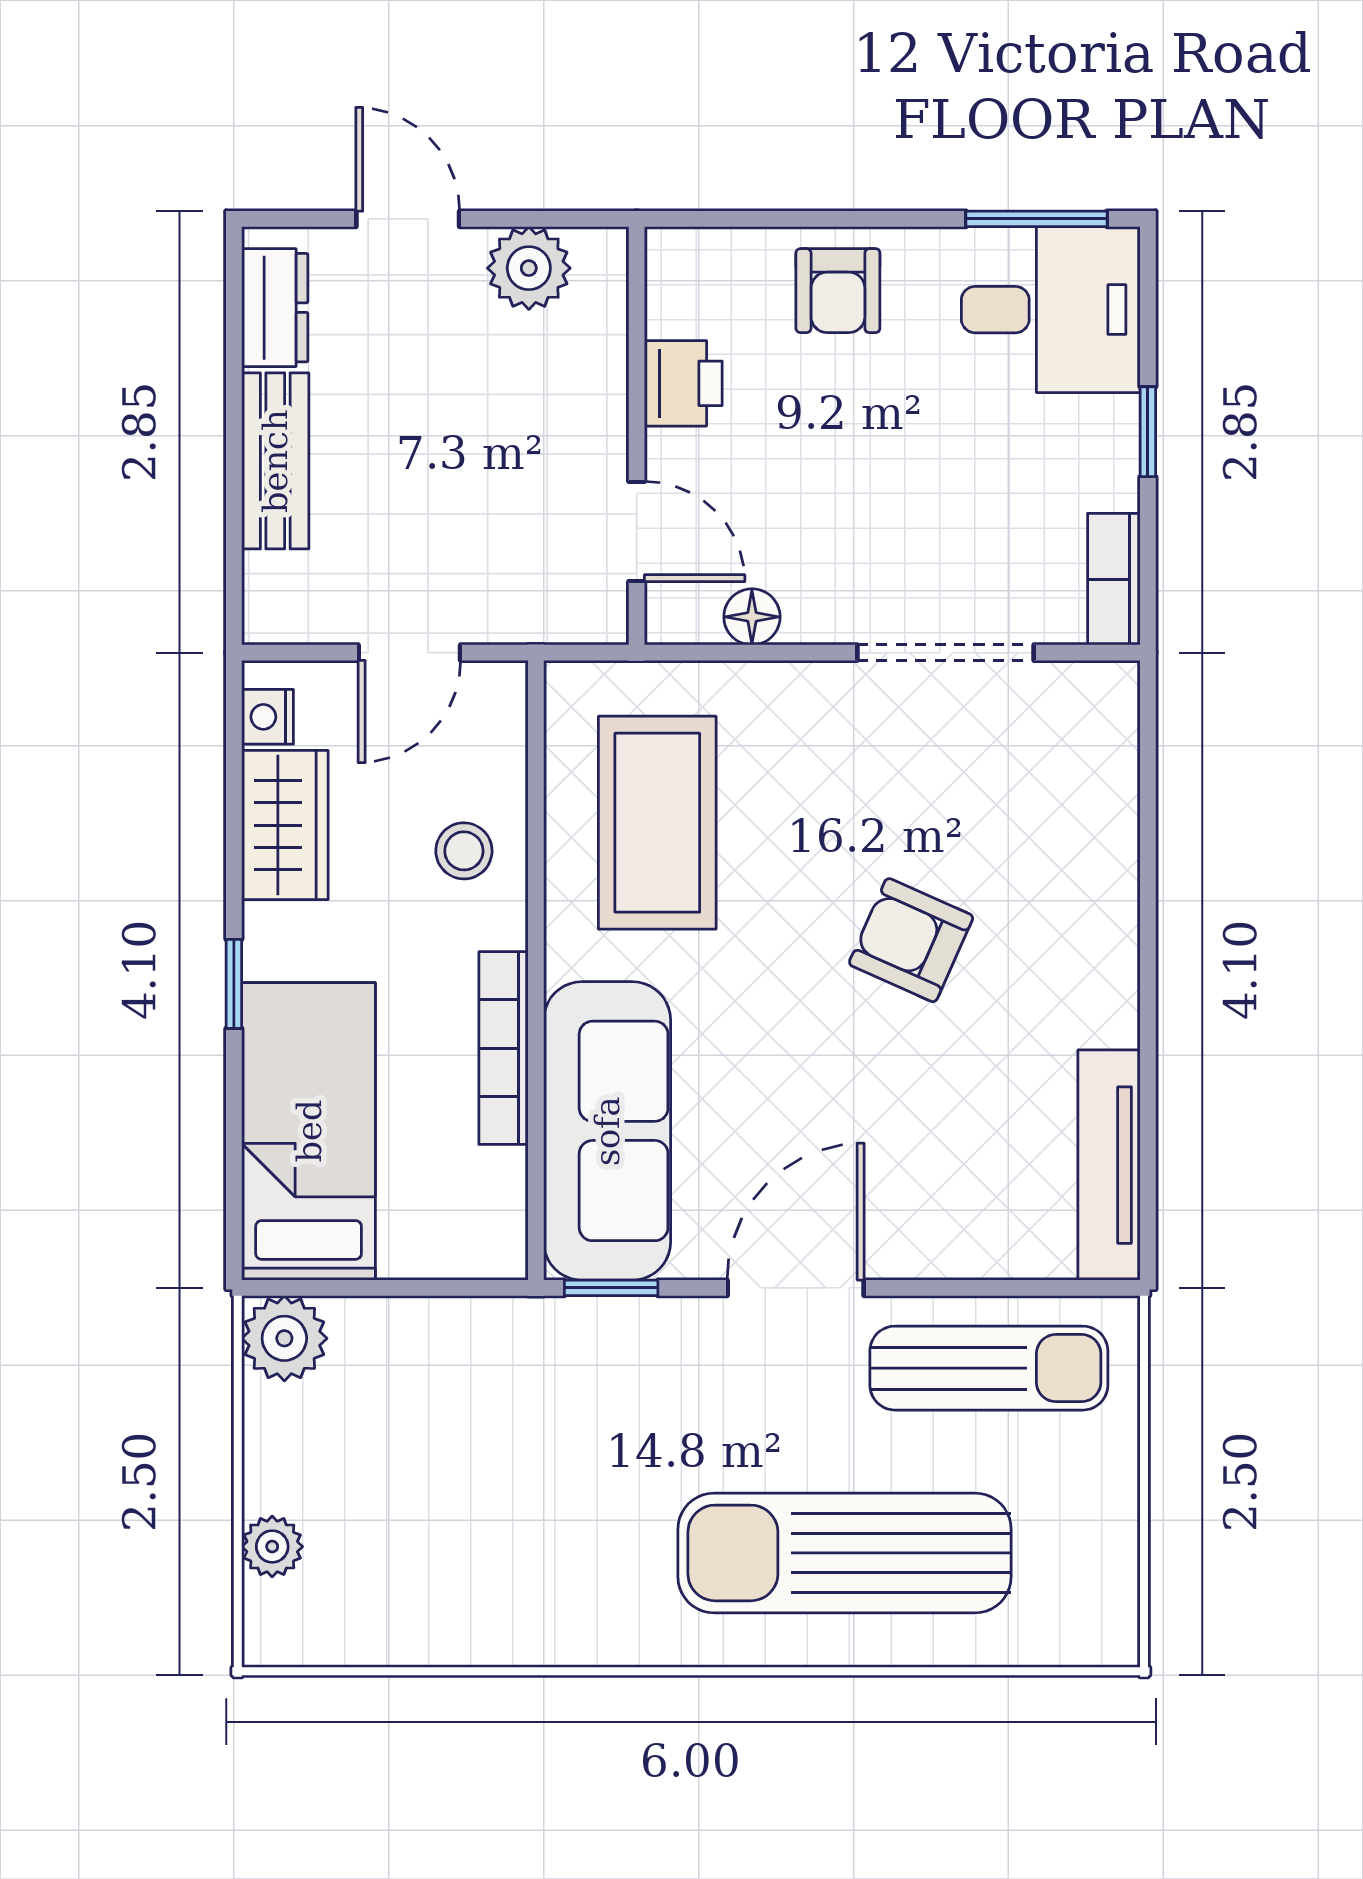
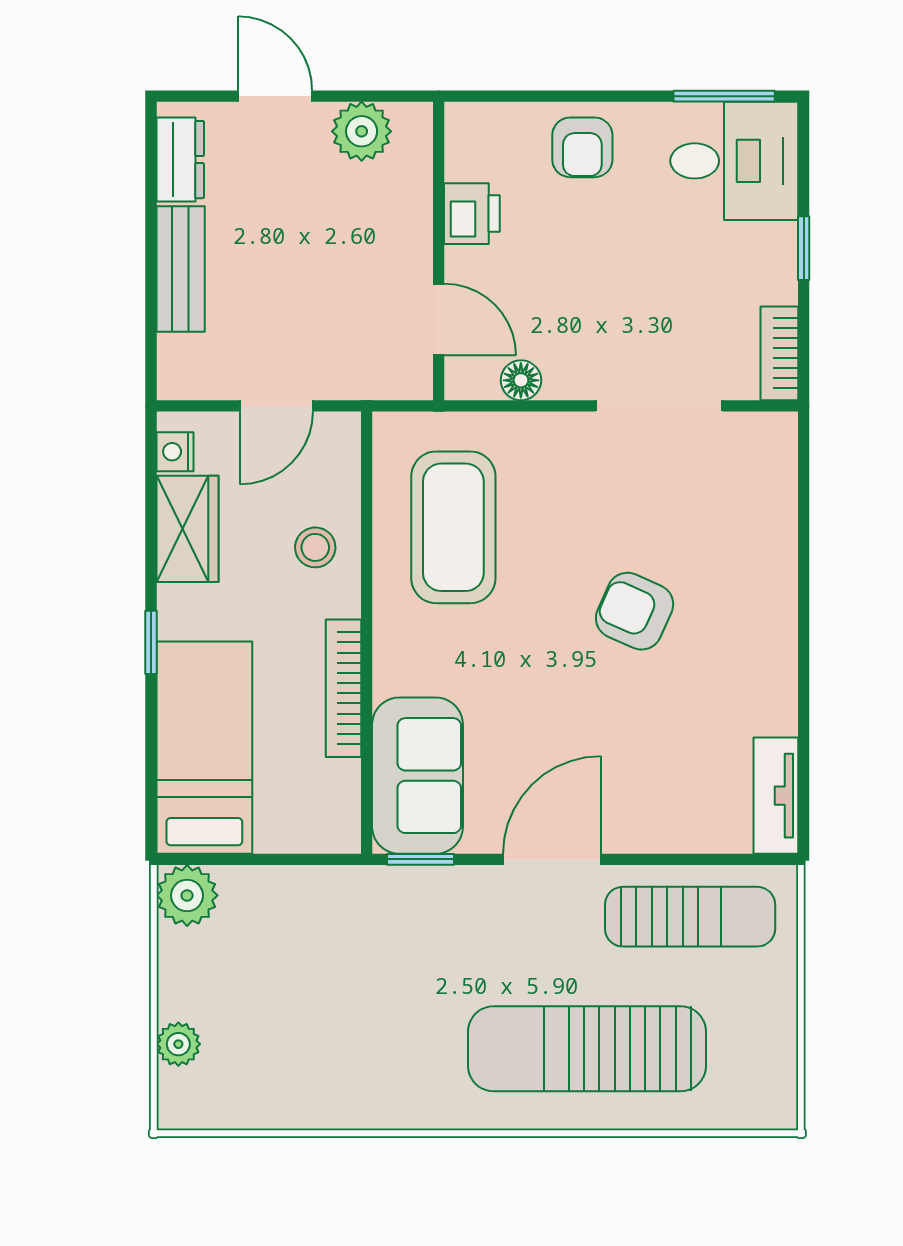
sofa: (607, 1131) -> (418, 776), width x0.73
tv unit: (1109, 1165) -> (776, 796), width x0.71

